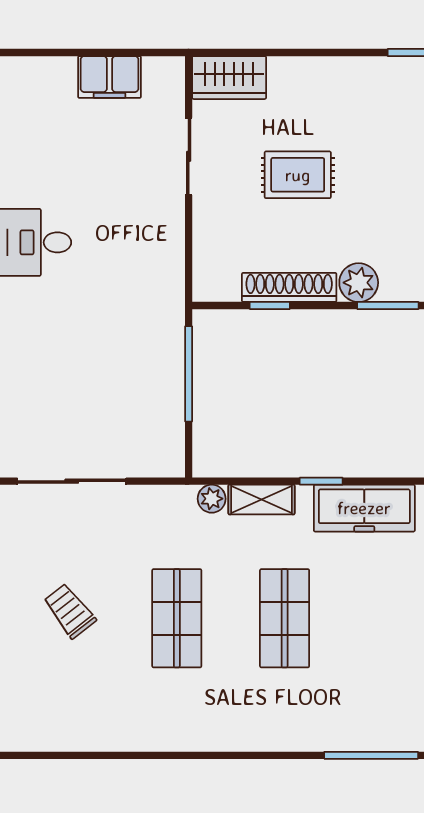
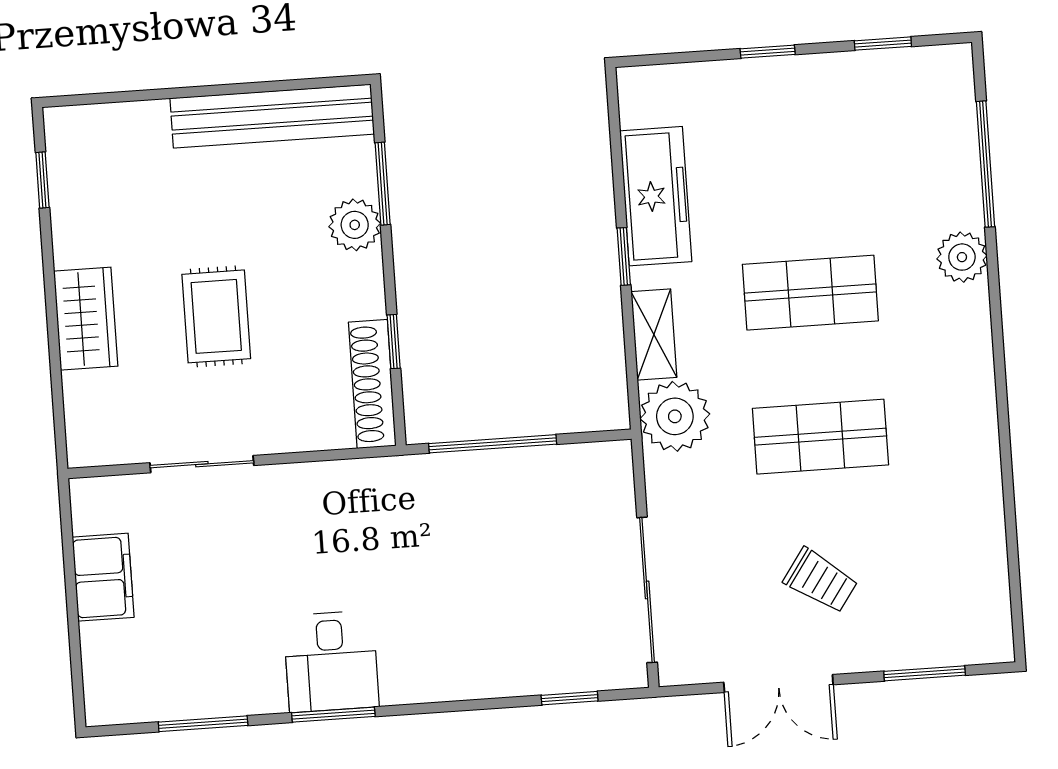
wardrobe: (229, 78) -> (86, 319), moved
shoe rack: (289, 287) -> (372, 384), moved
plant: (212, 499) -> (675, 416), width x1.88, depth x1.88
trolley: (70, 611) -> (821, 581), turned -107
plant: (303, 733) -> (962, 257), added

